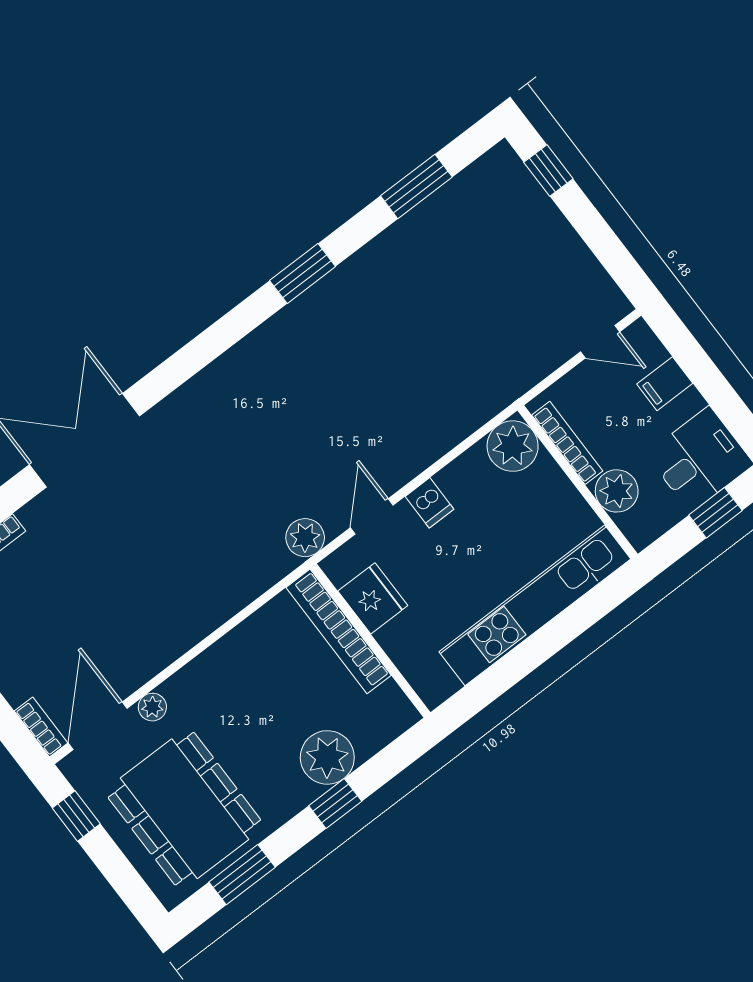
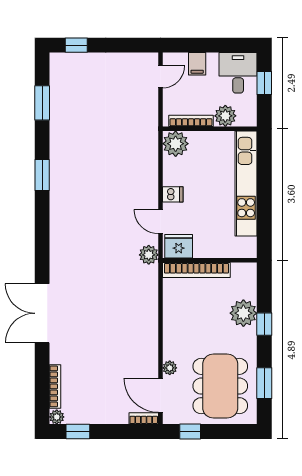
fridge: (373, 598) -> (179, 246), moved
dining table: (184, 809) -> (220, 386), turned 90

